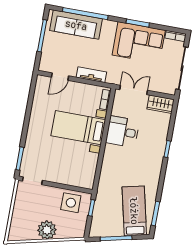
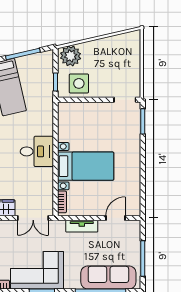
desk: (123, 132) -> (37, 151), moved
plant: (47, 230) -> (71, 56), moved

